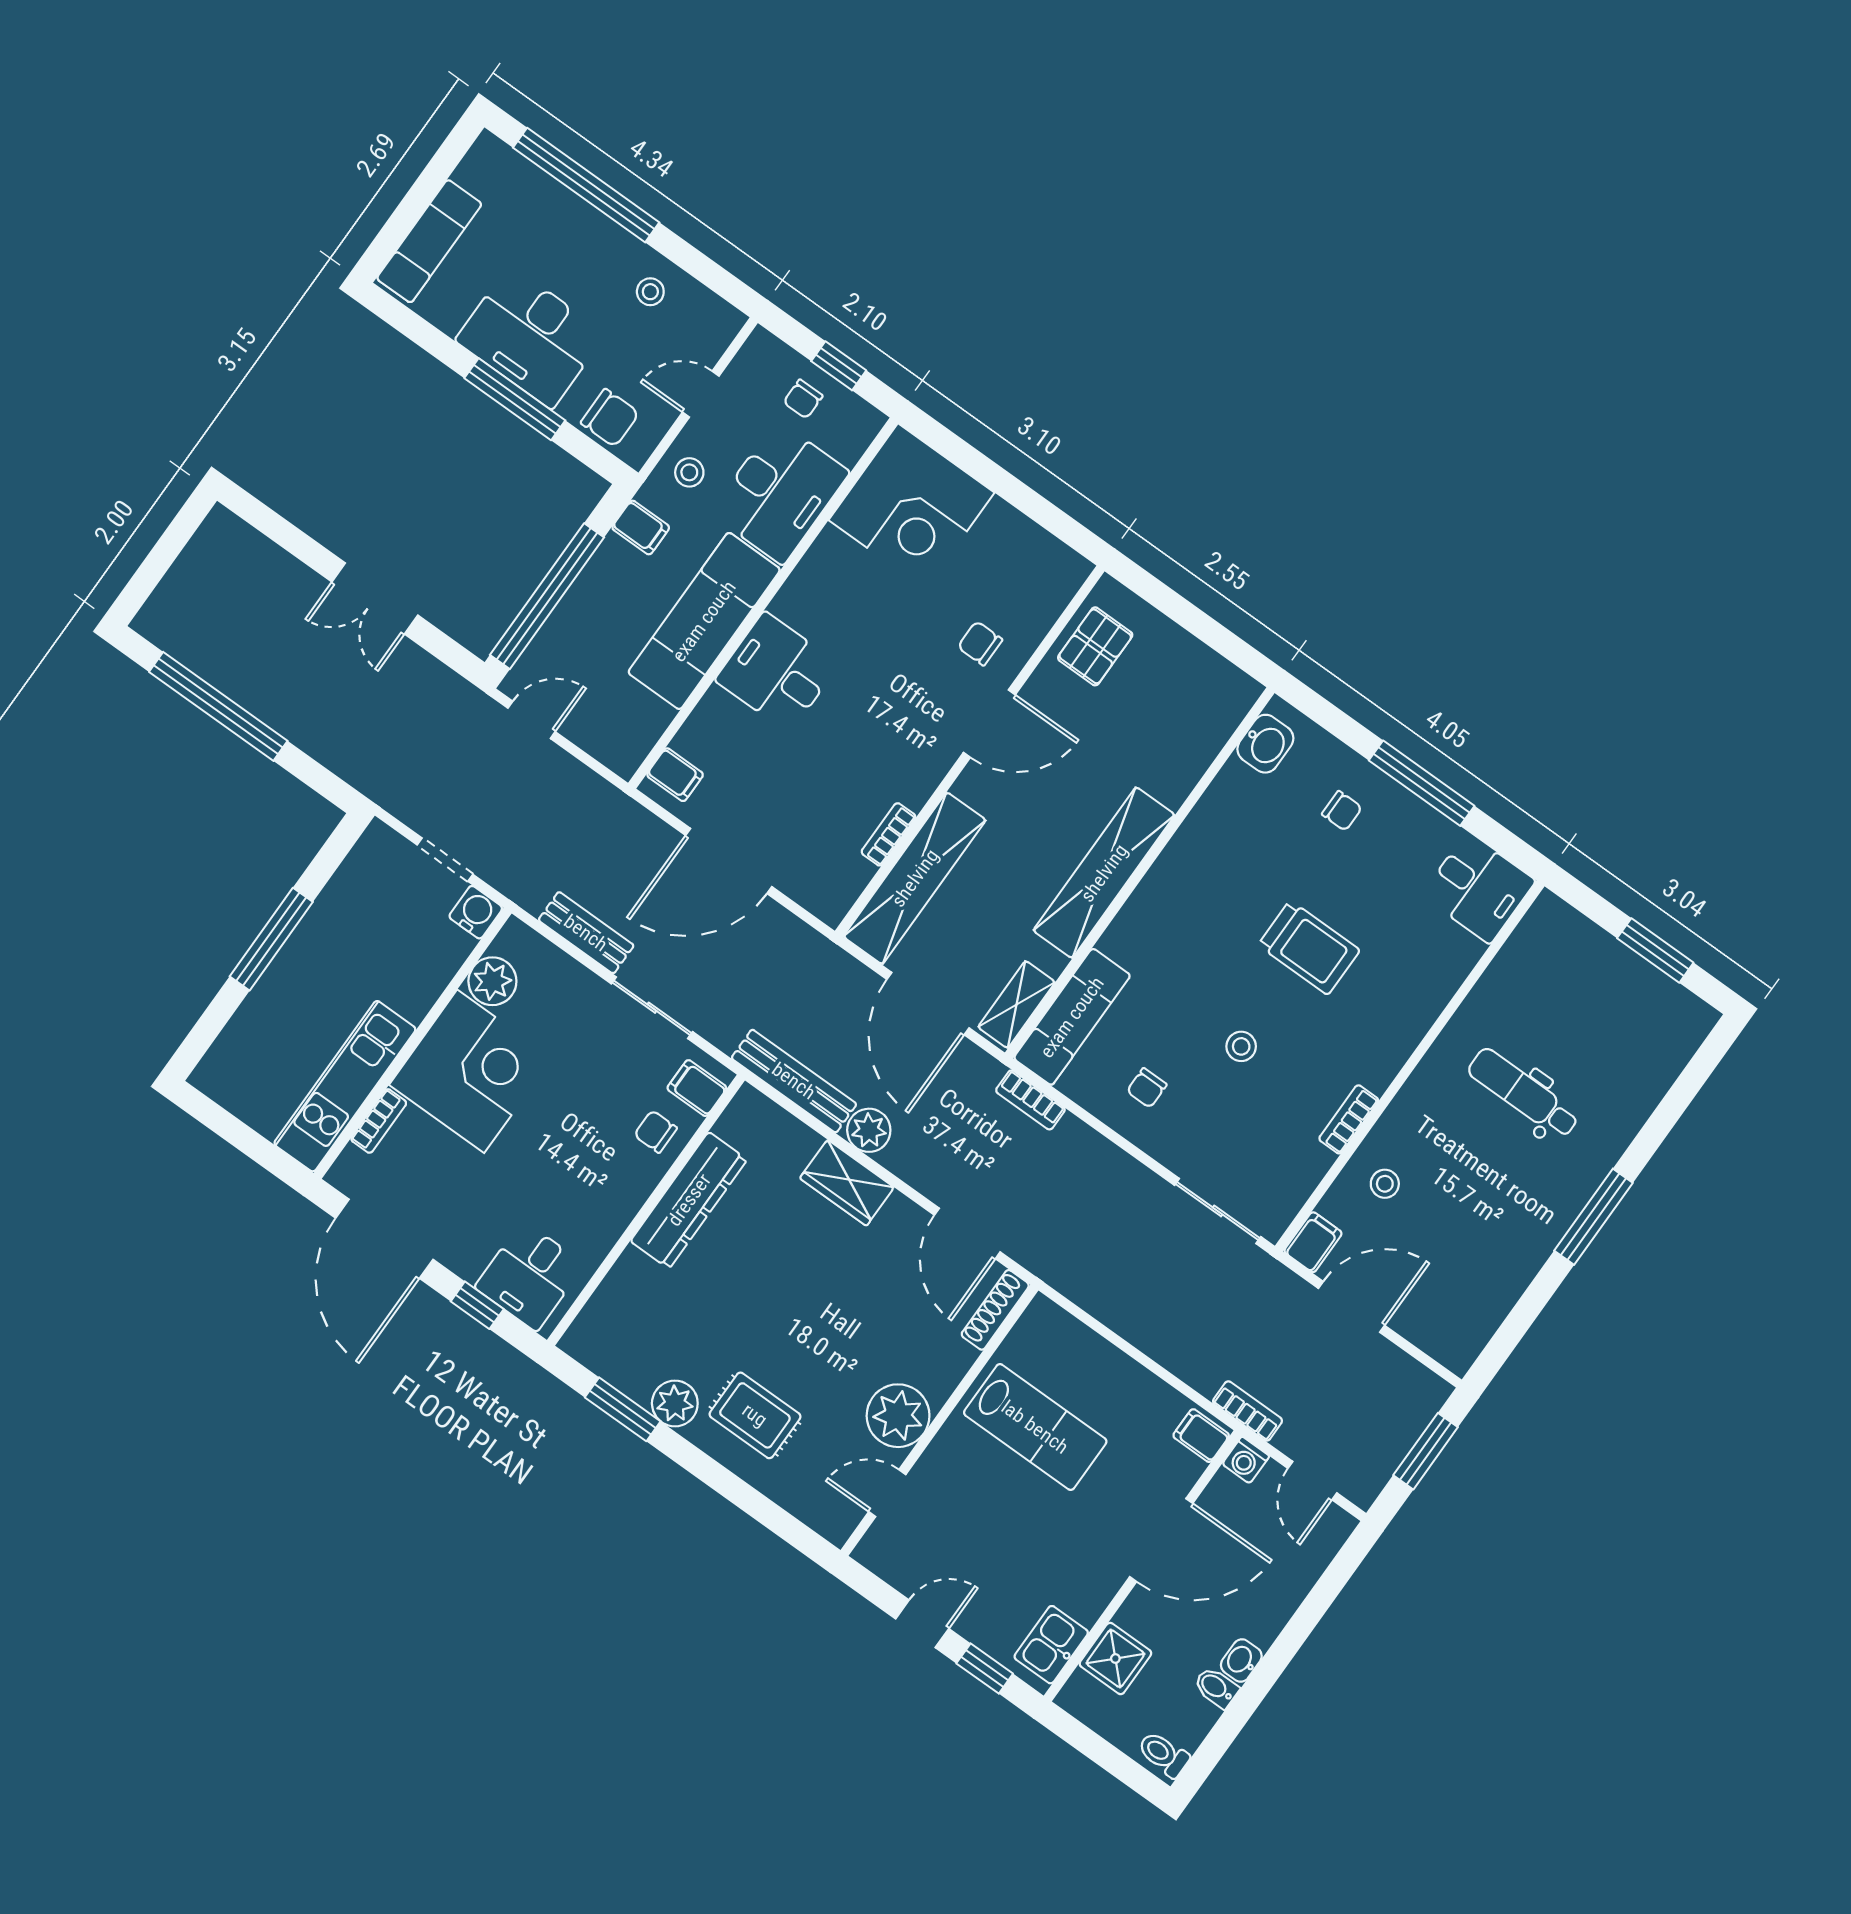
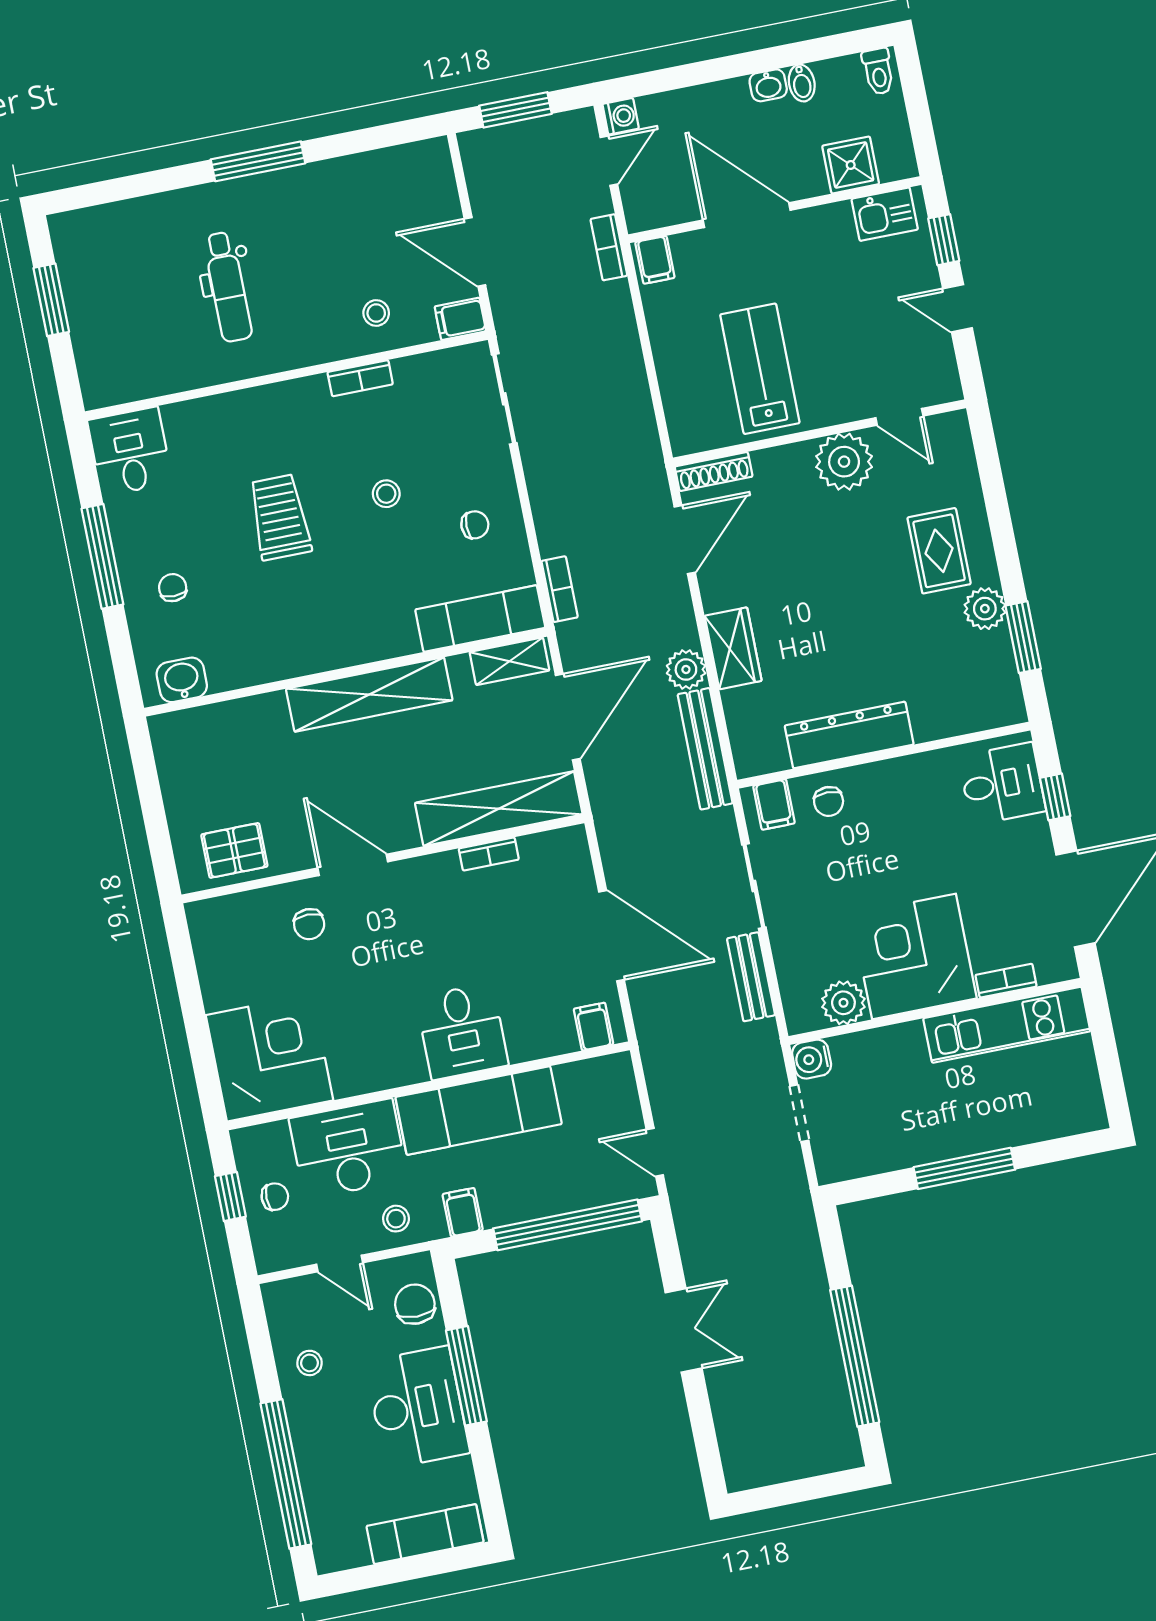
washing machine: (1246, 1460) -> (621, 116), moved

